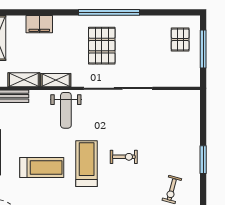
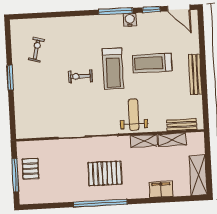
pallet: (180, 40) -> (30, 169), moved
pallet: (102, 46) -> (105, 173), turned 90

